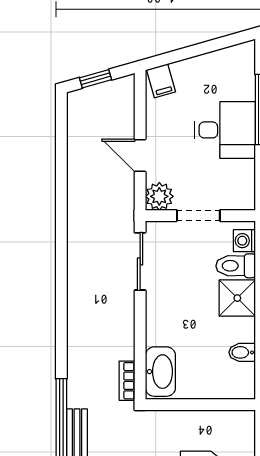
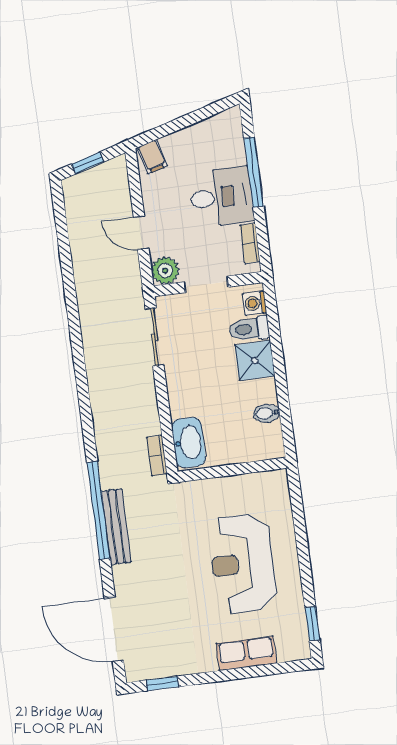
bookcase: (248, 180) -> (250, 243), added

